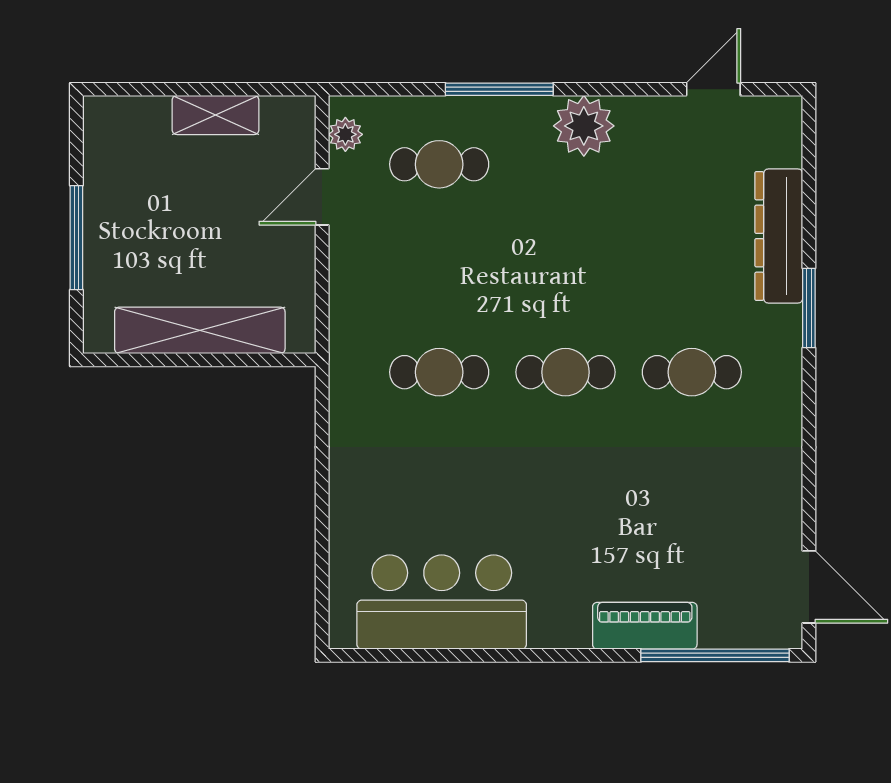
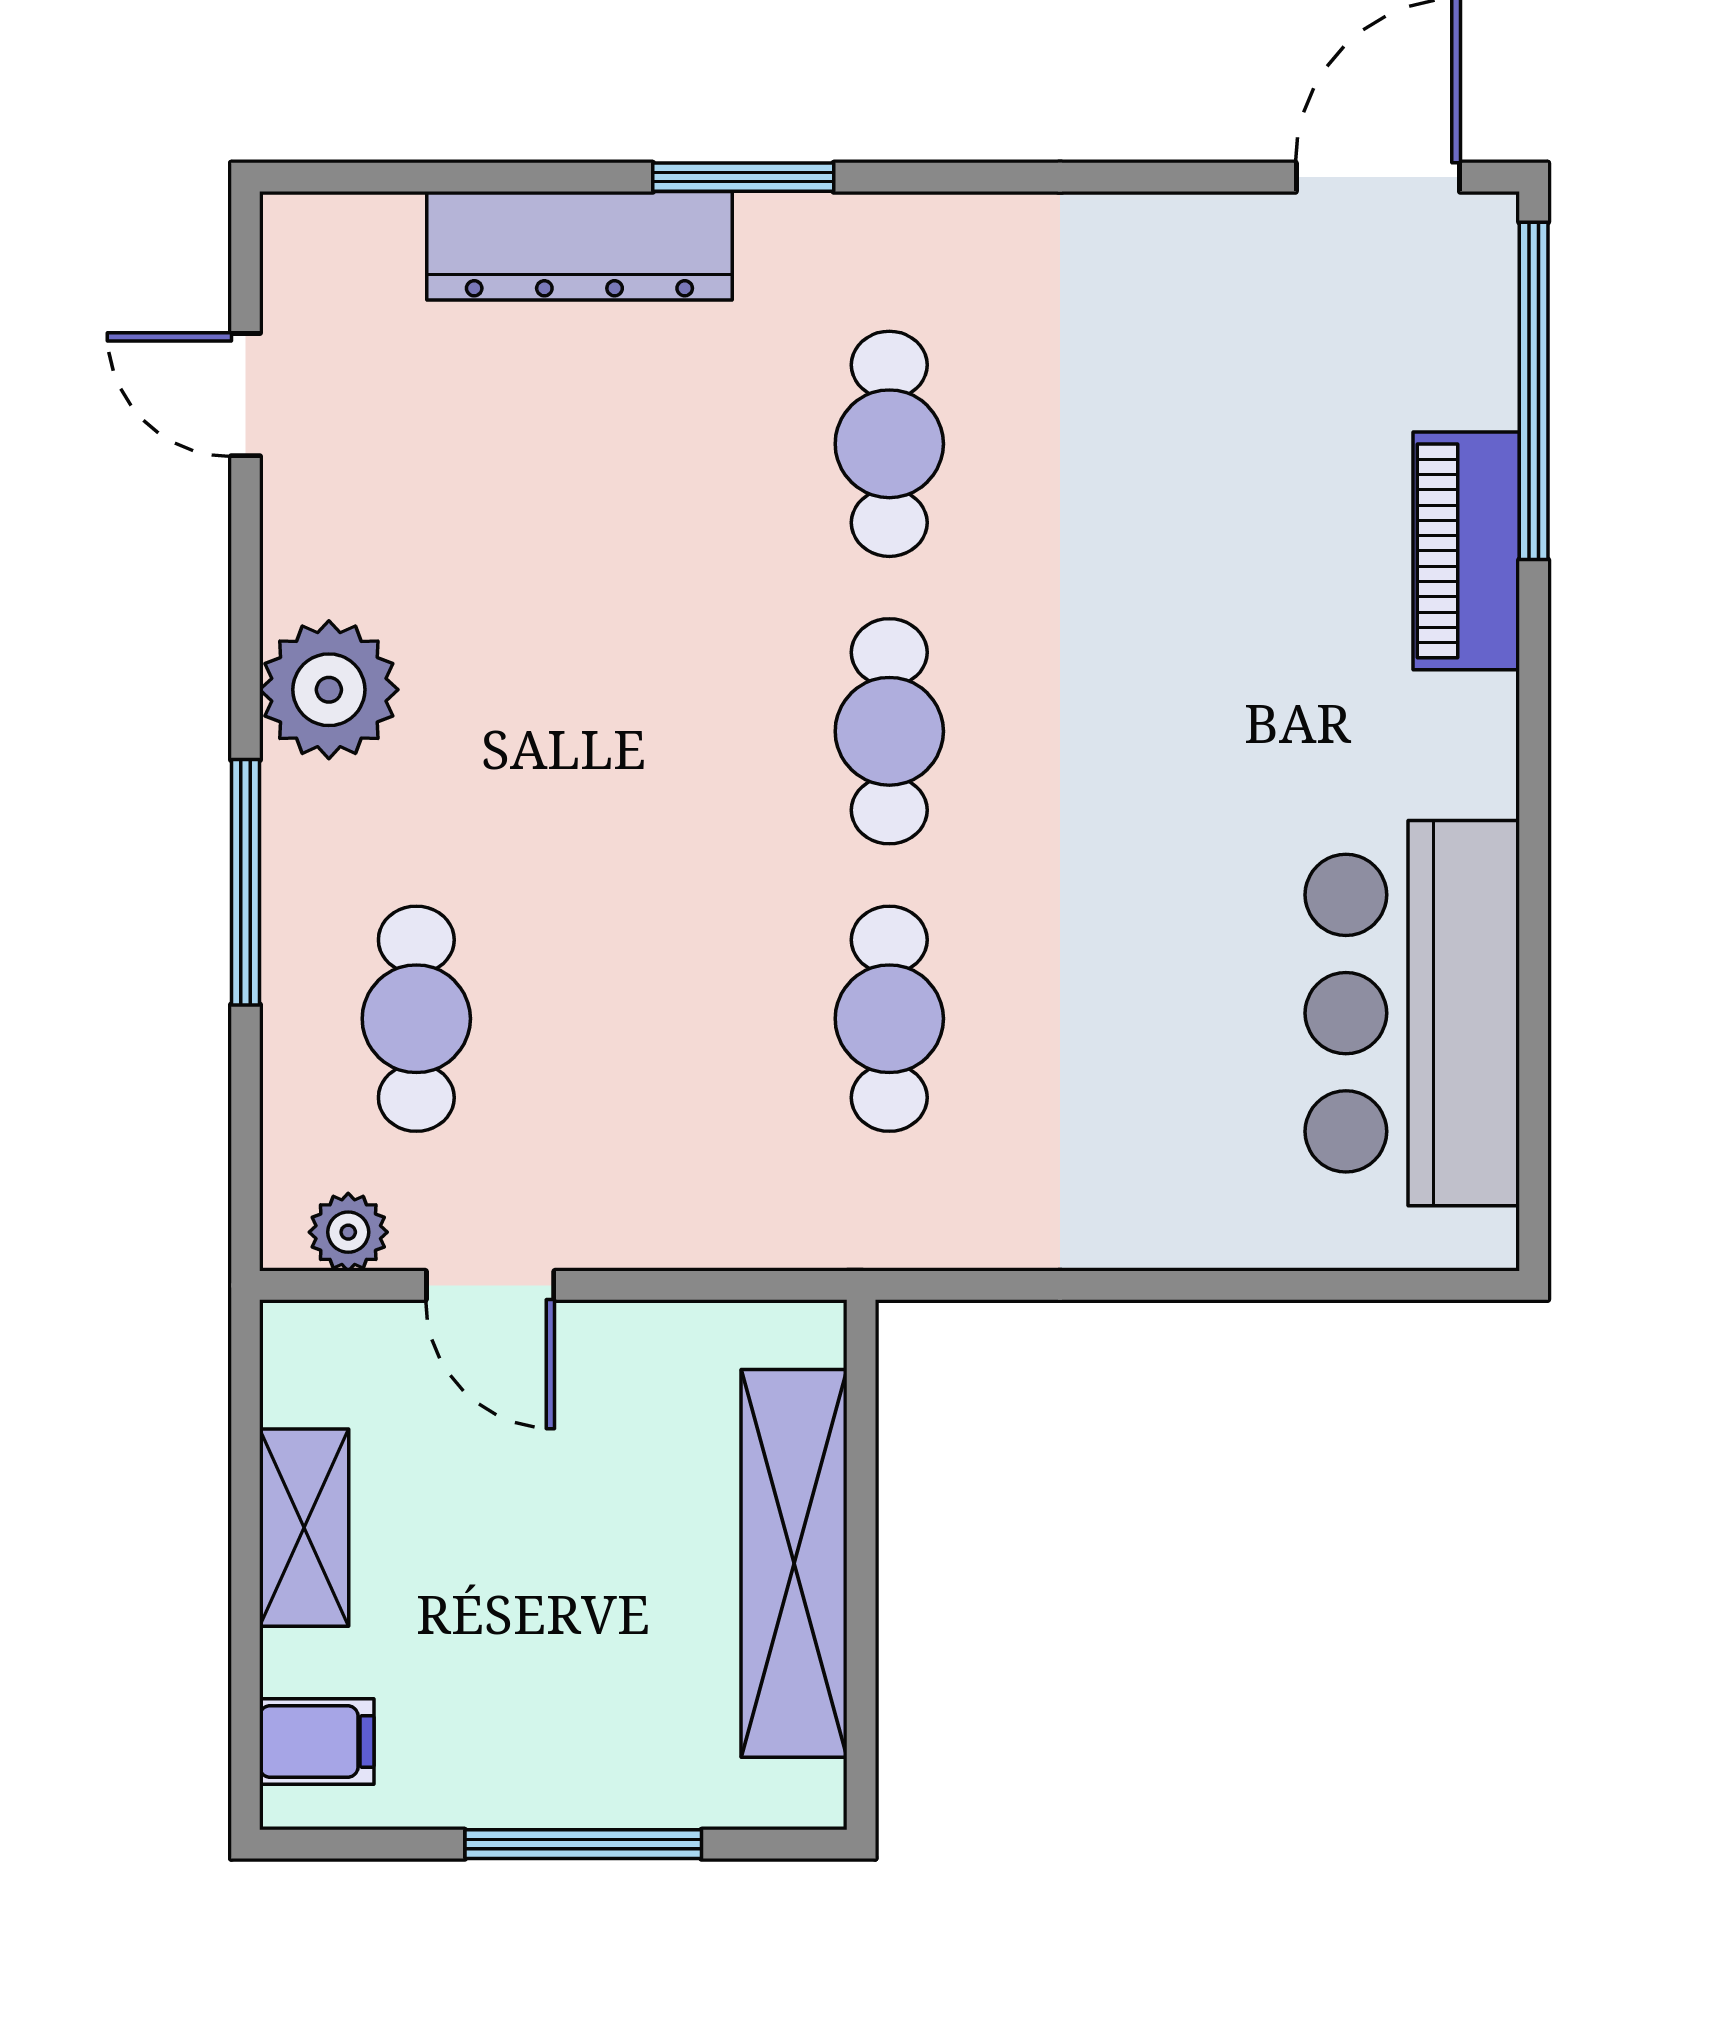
filing cabinet: (122, 121) -> (317, 1741), added

